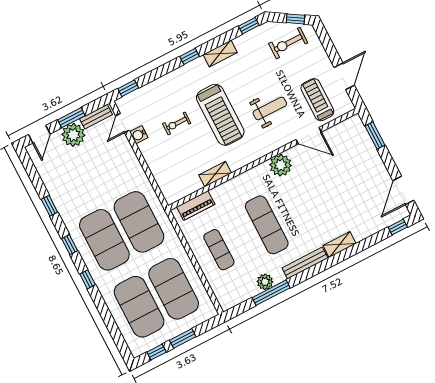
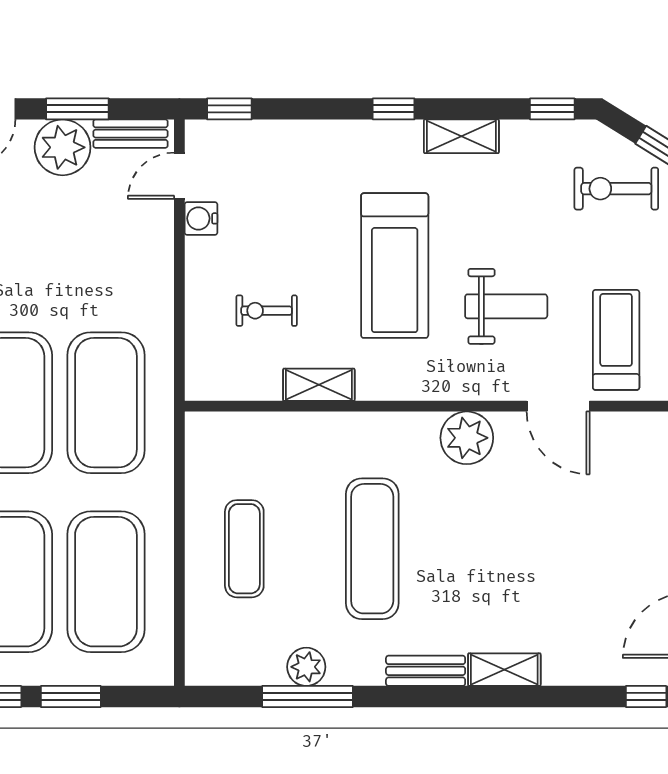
exercise bike: (177, 123) -> (267, 311), moved
piano: (196, 206) -> (244, 430), removed
bench: (305, 263) -> (426, 671), width x0.73

